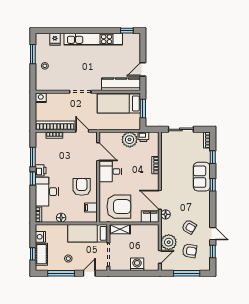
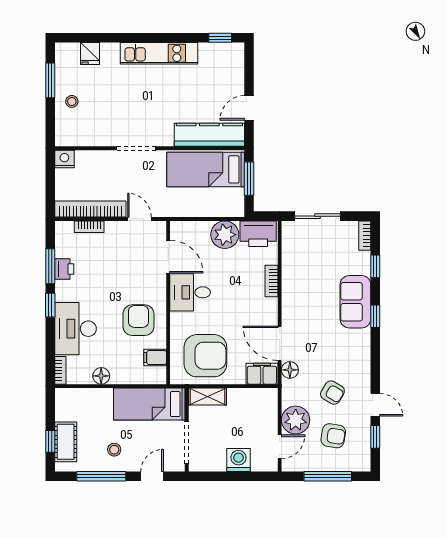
kitchen unit: (93, 39) -> (159, 53), width x0.73
printer: (143, 137) -> (258, 234), width x1.87, depth x1.48
printer: (41, 170) -> (64, 269), moved
nightstand: (40, 237) -> (64, 410), removed

